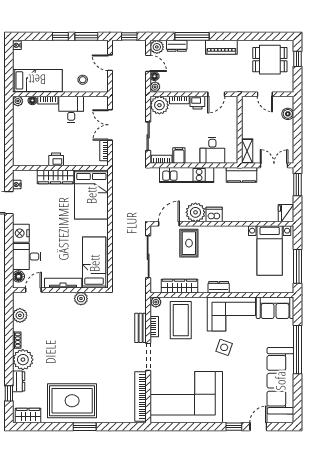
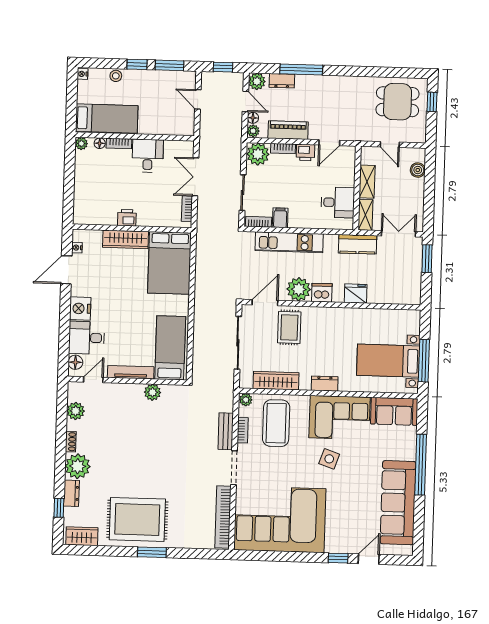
piano: (221, 47) -> (288, 130), moved, turned 180
stool: (83, 80) -> (116, 76), moved
shelving: (248, 124) -> (367, 182), added
desk: (212, 150) -> (338, 202), moved, turned -90
fridge: (286, 213) -> (356, 294), moved, turned 90
bed with nightstands: (270, 251) -> (388, 361), moved, turned 90

